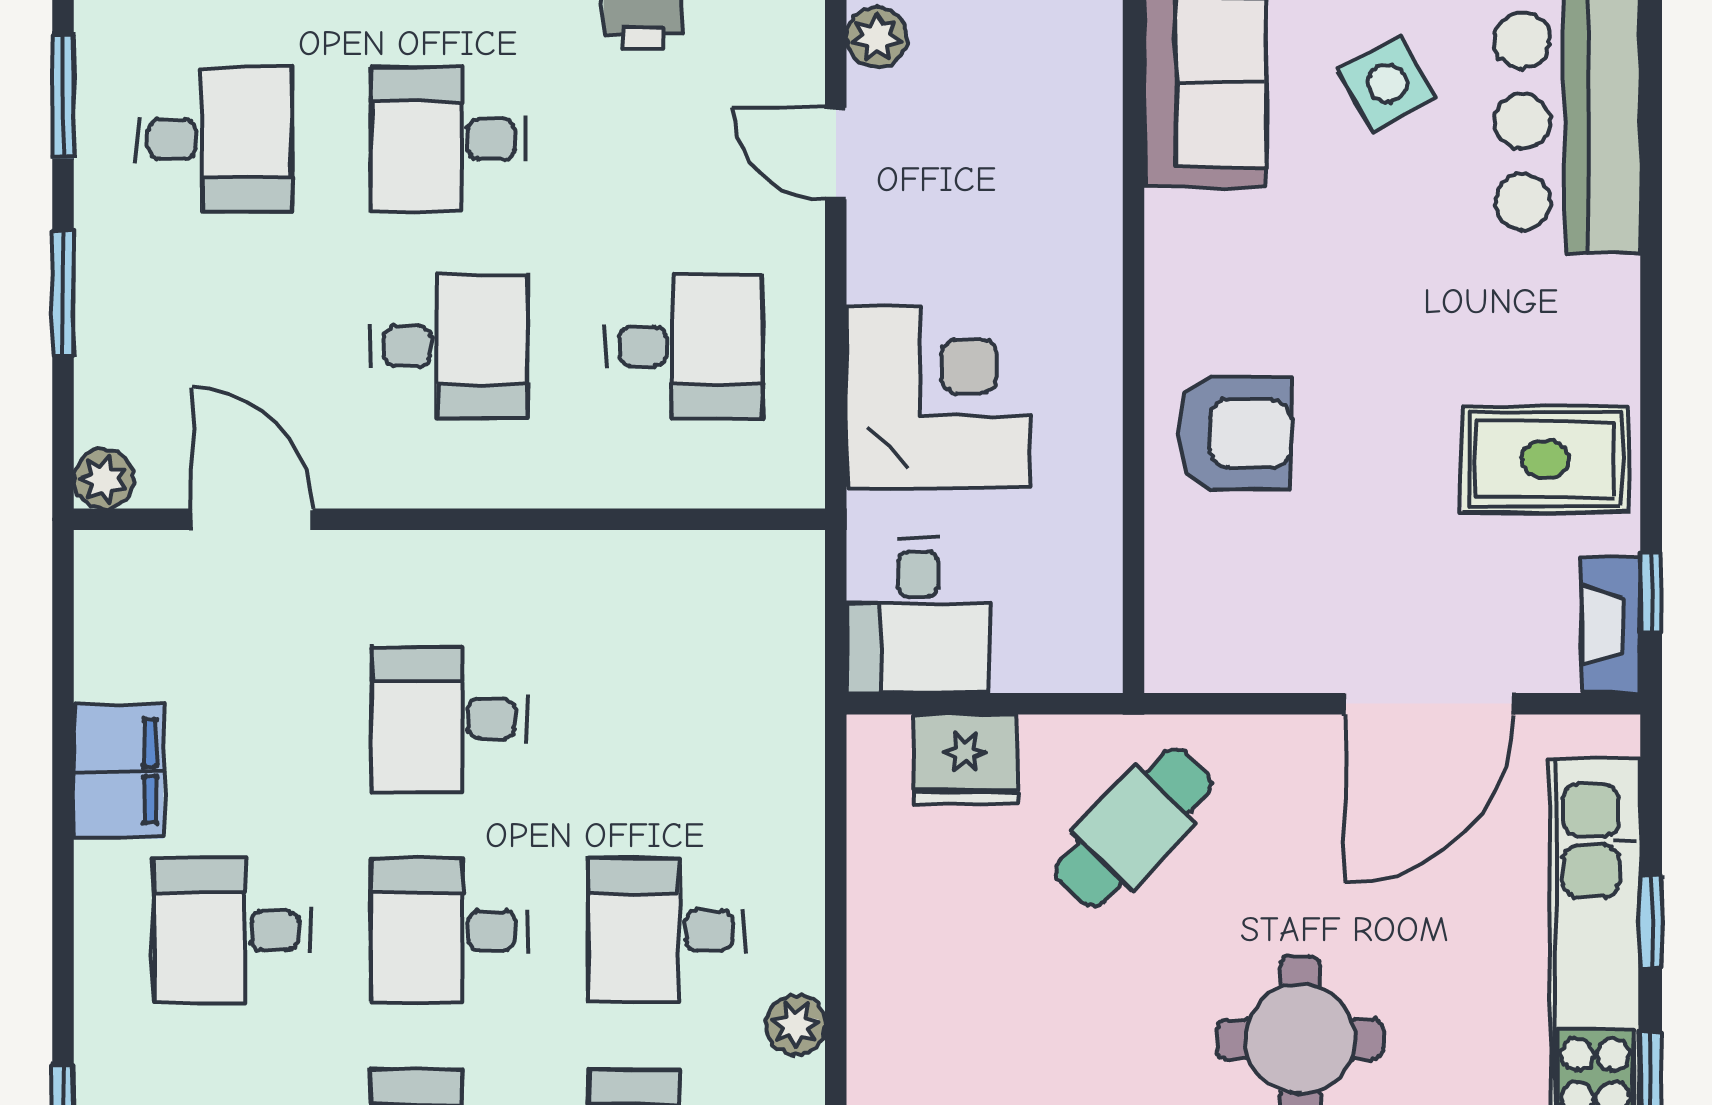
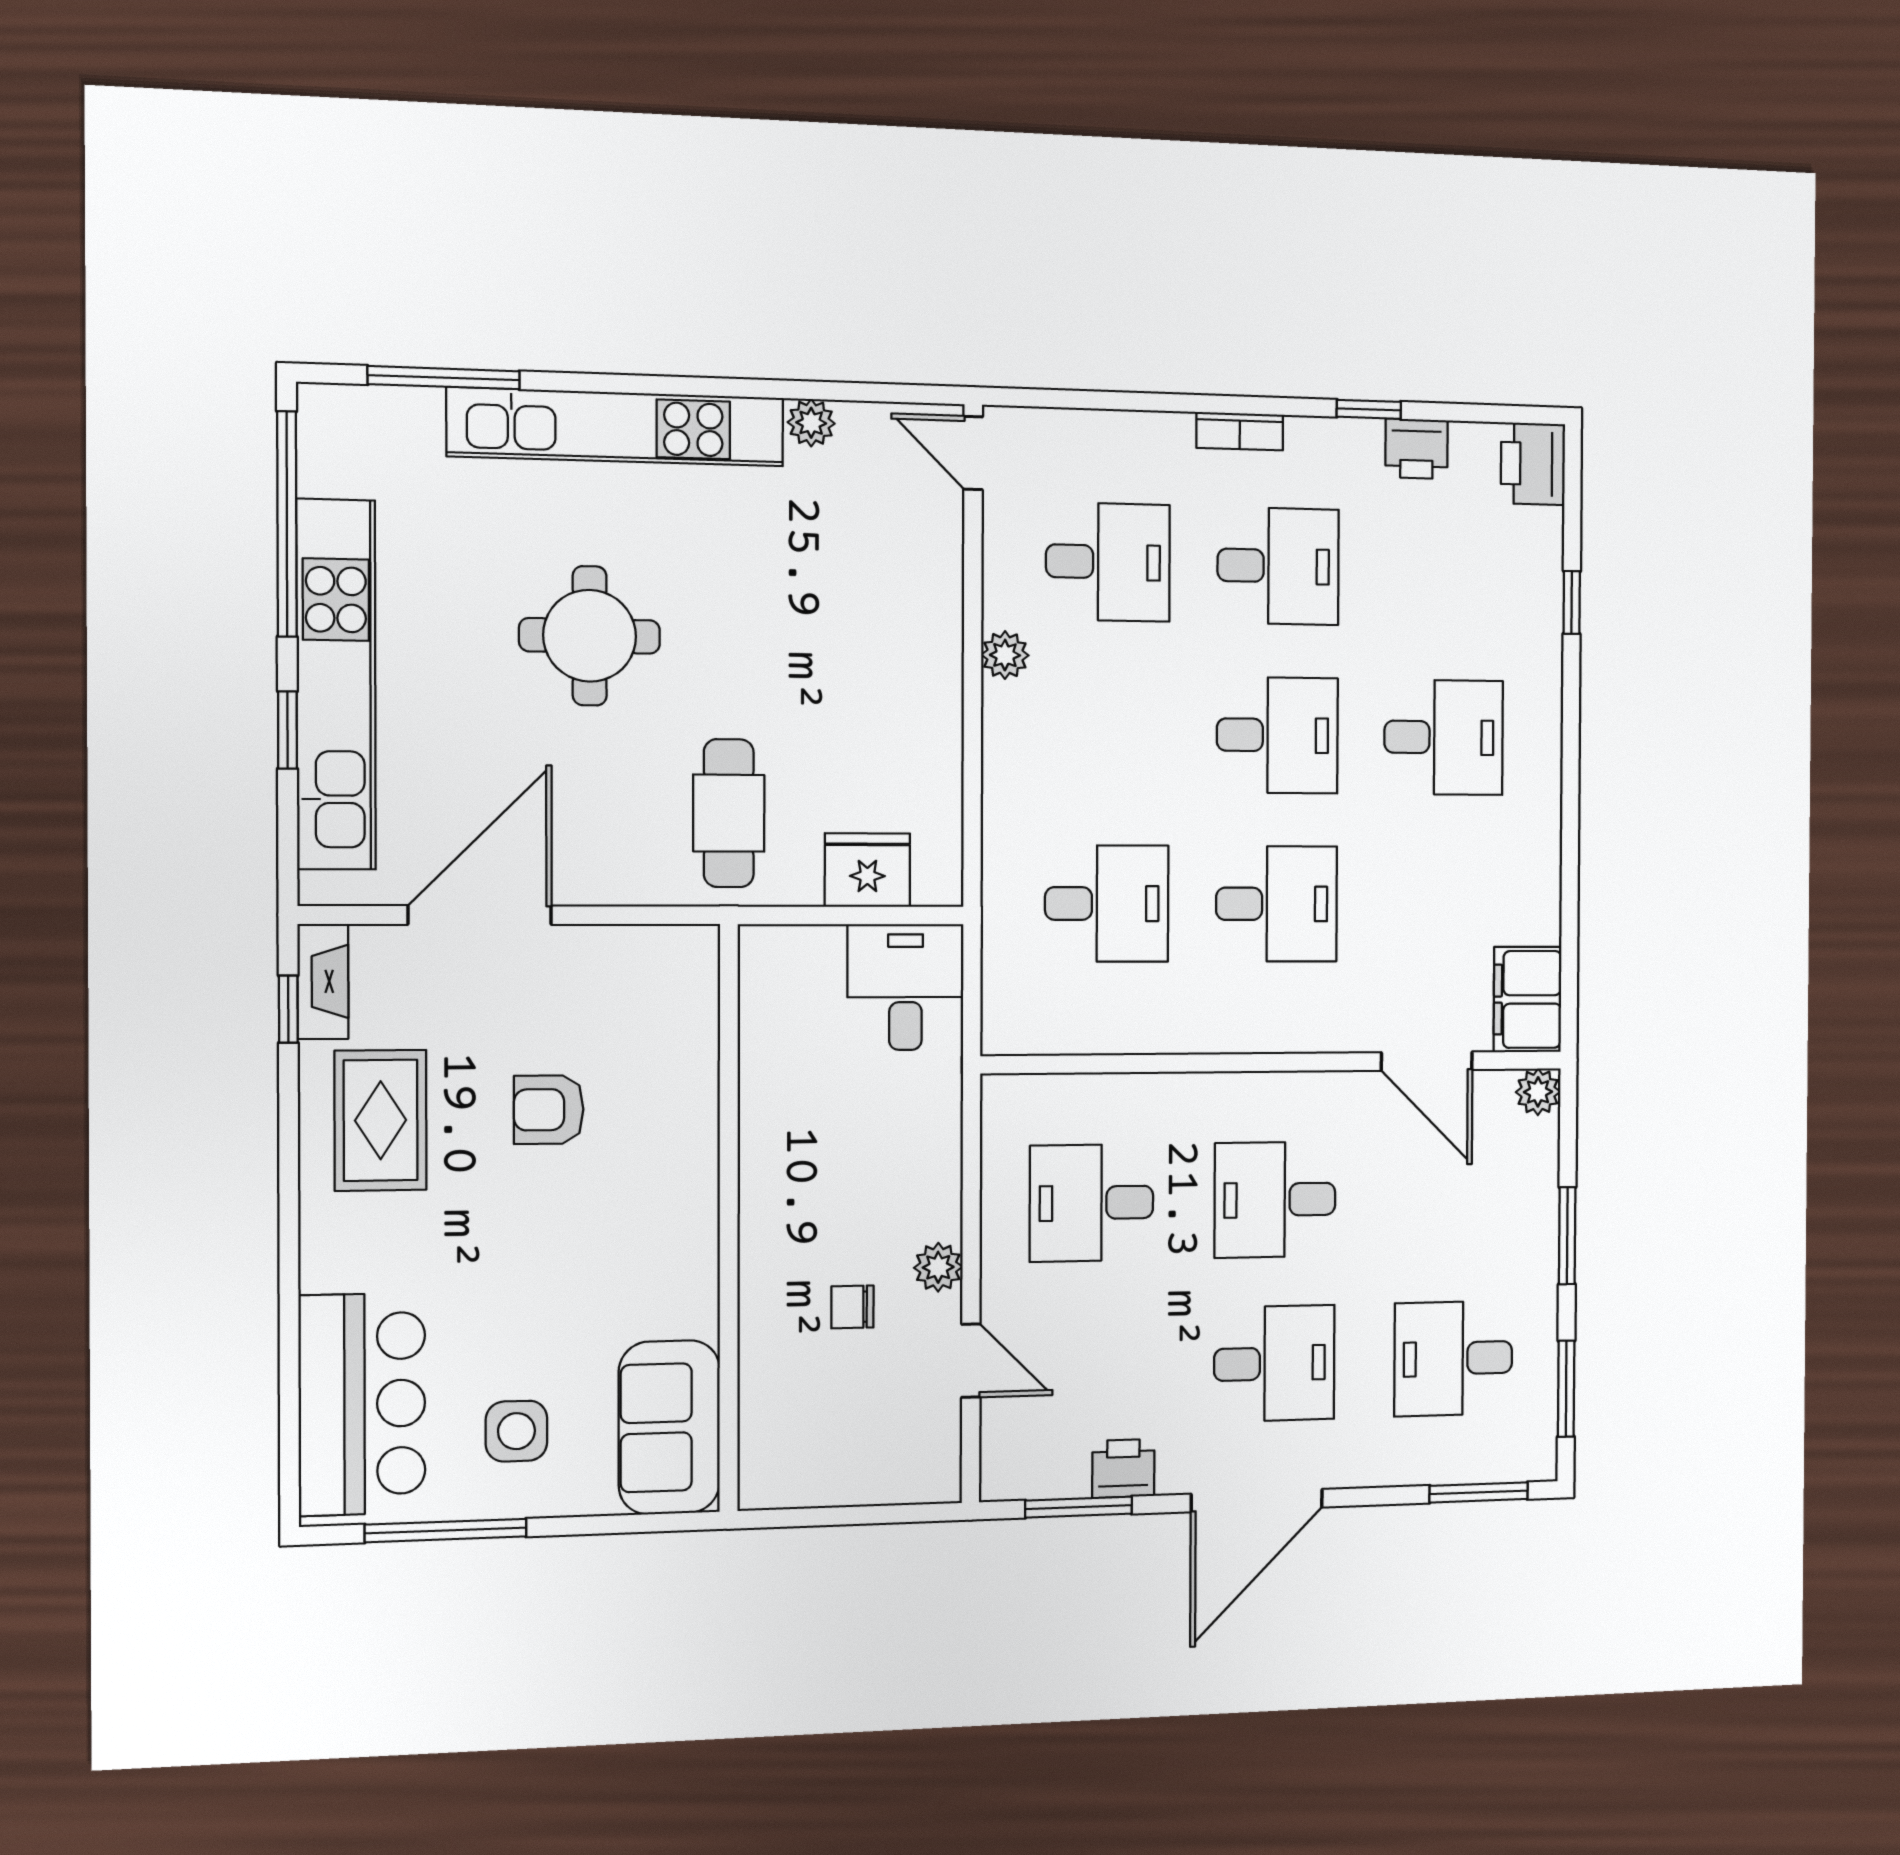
plant: (877, 37) -> (938, 1267), moved
side table: (1387, 83) -> (516, 1431), turned 30
chair: (983, 223) -> (852, 1307), added
corner desk: (938, 397) -> (889, 1165), removed
armchair: (1235, 433) -> (549, 1110), moved, width x0.72, depth x0.72
rug: (1545, 459) -> (381, 1120), turned 90
filing cabinet: (119, 771) -> (1527, 999), moved
cafe table: (1134, 828) -> (729, 813), turned -44
desk: (667, 931) -> (1107, 904), moved

